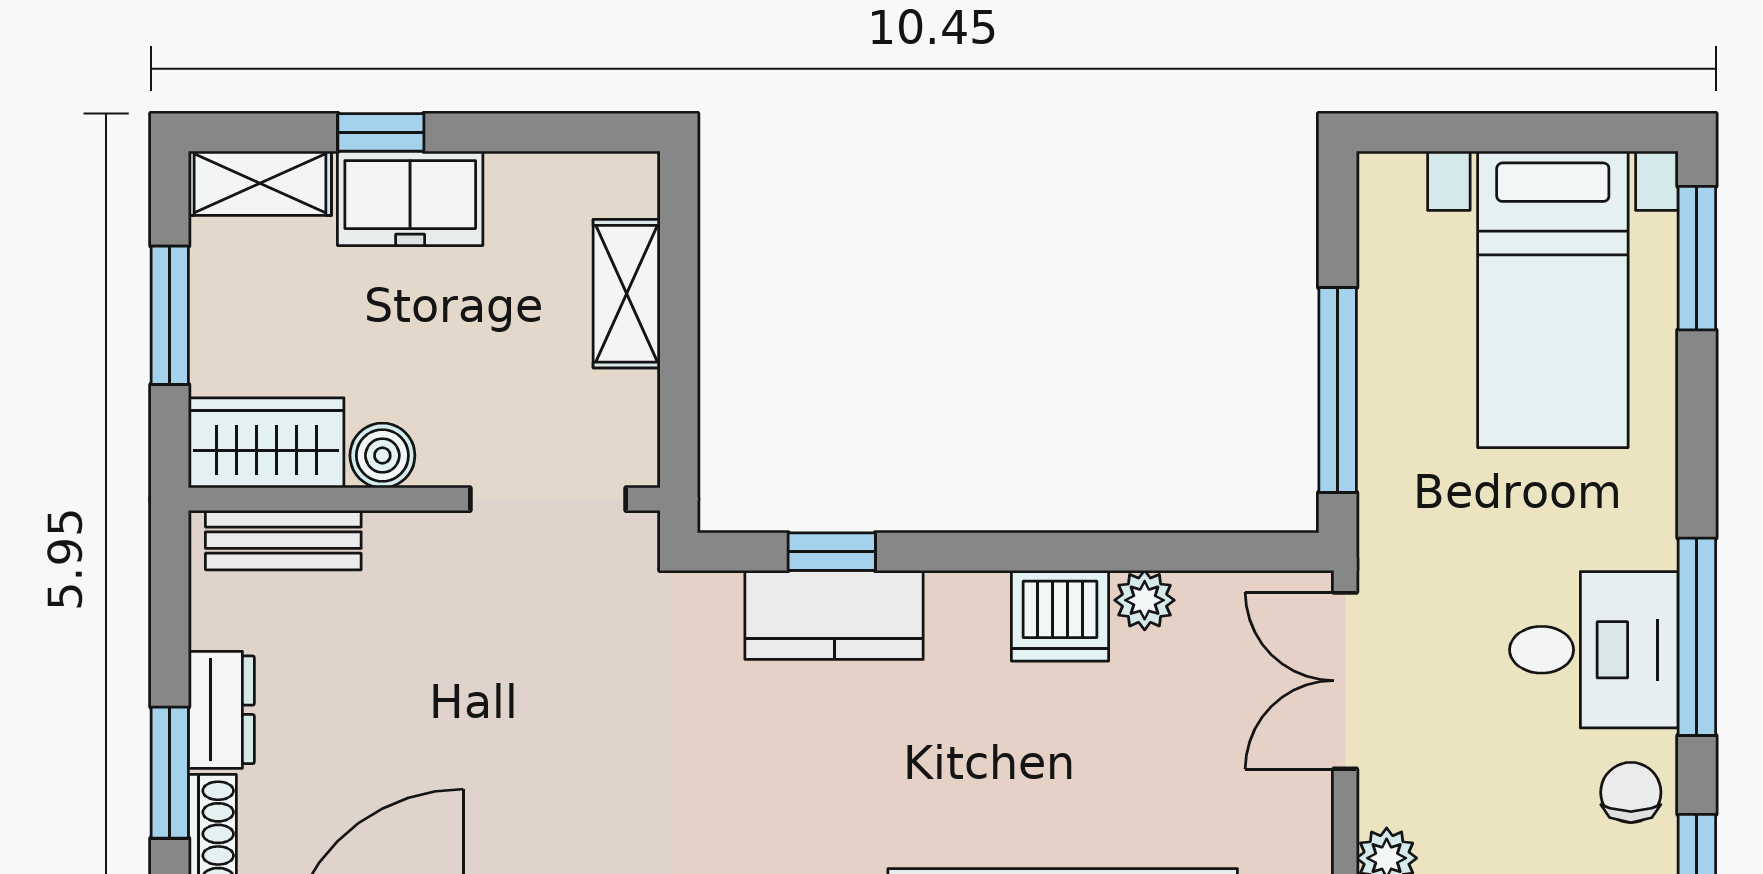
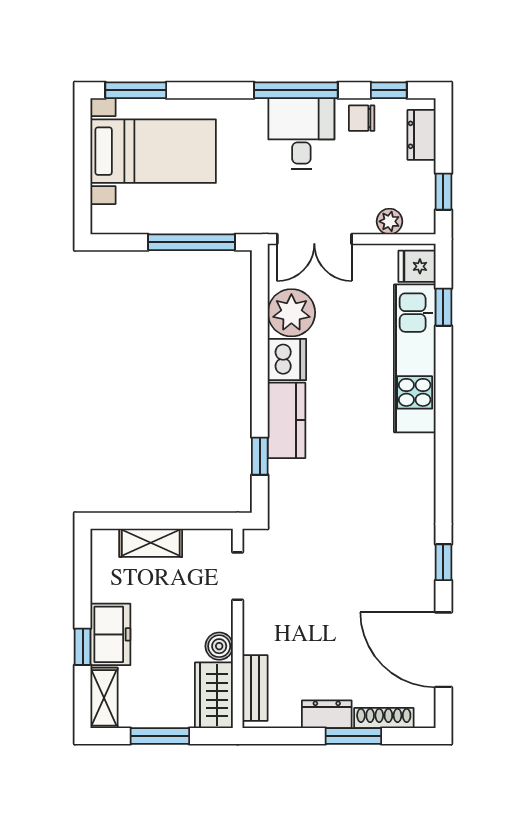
doorway: (548, 499) -> (238, 576), width x0.73
plant: (1145, 600) -> (291, 313), width x1.88, depth x1.88
kitchen counter: (834, 615) -> (287, 420), moved

